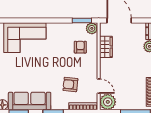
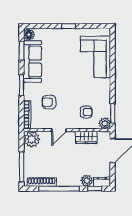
armchair: (70, 84) -> (49, 102), turned -96
door: (99, 86) -> (59, 130), moved

